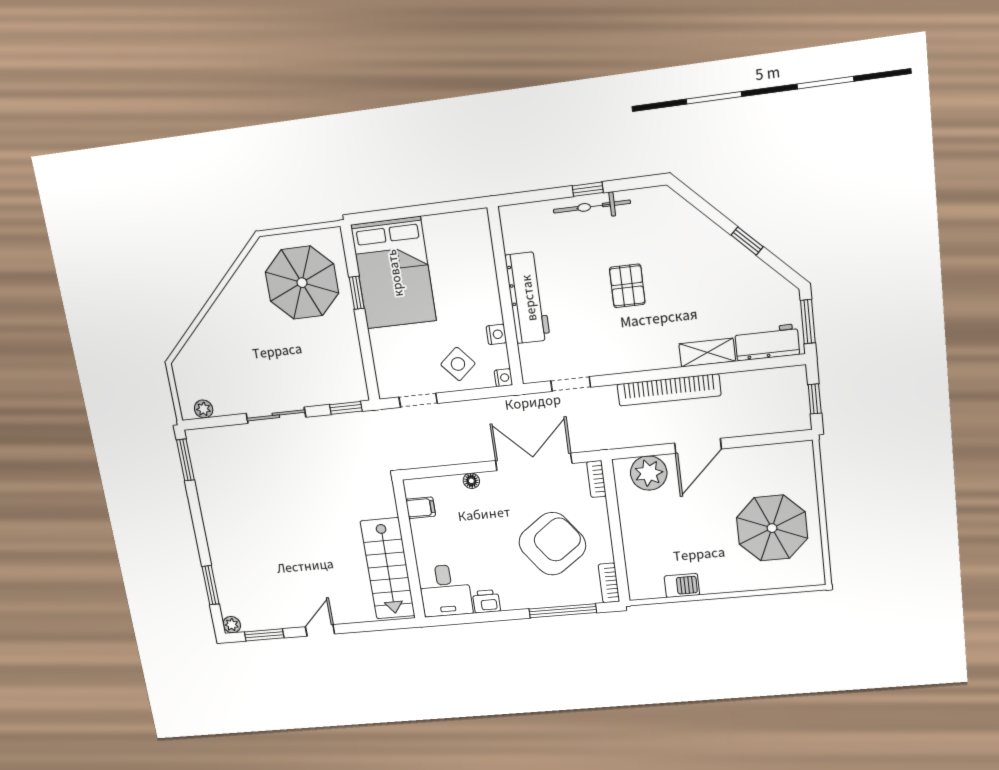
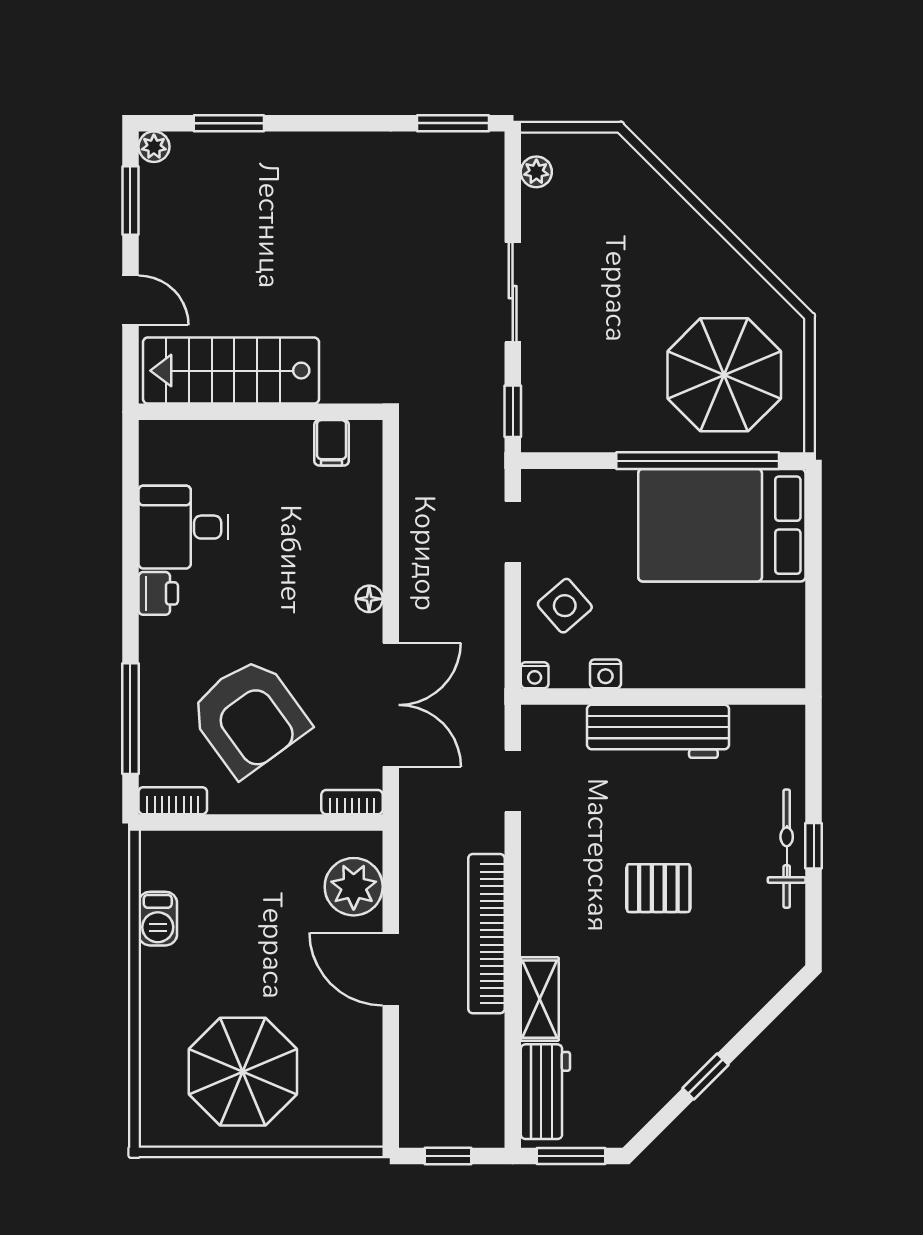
window: (357, 293) -> (698, 461), width x3.17
filing cabinet: (421, 508) -> (332, 443), moved
wall: (409, 550) -> (261, 412), moved
stairs: (388, 569) -> (231, 371), moved

